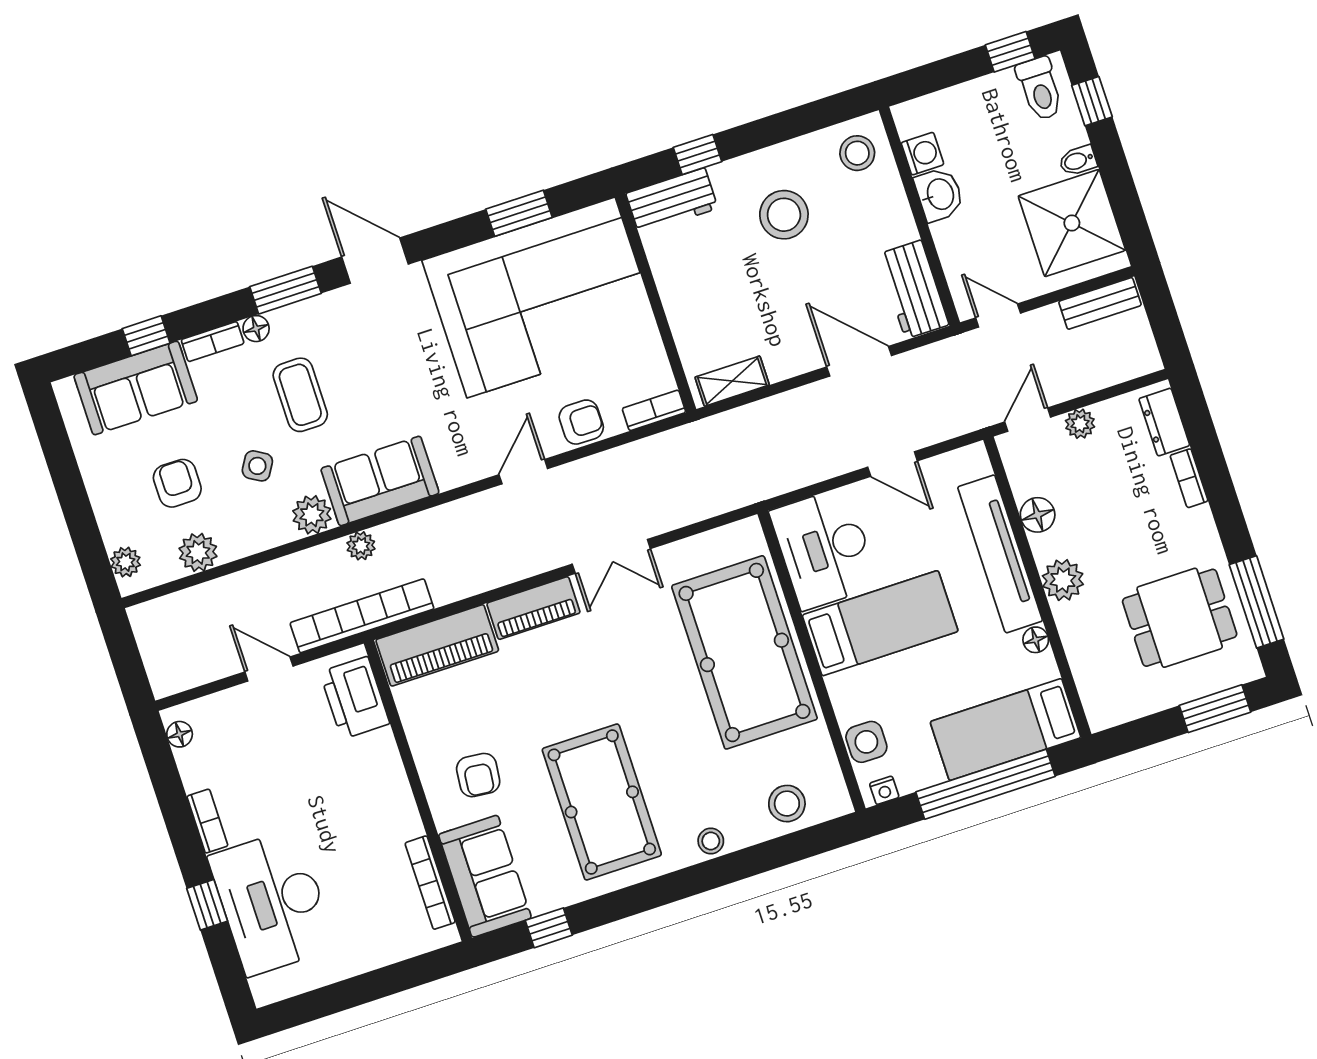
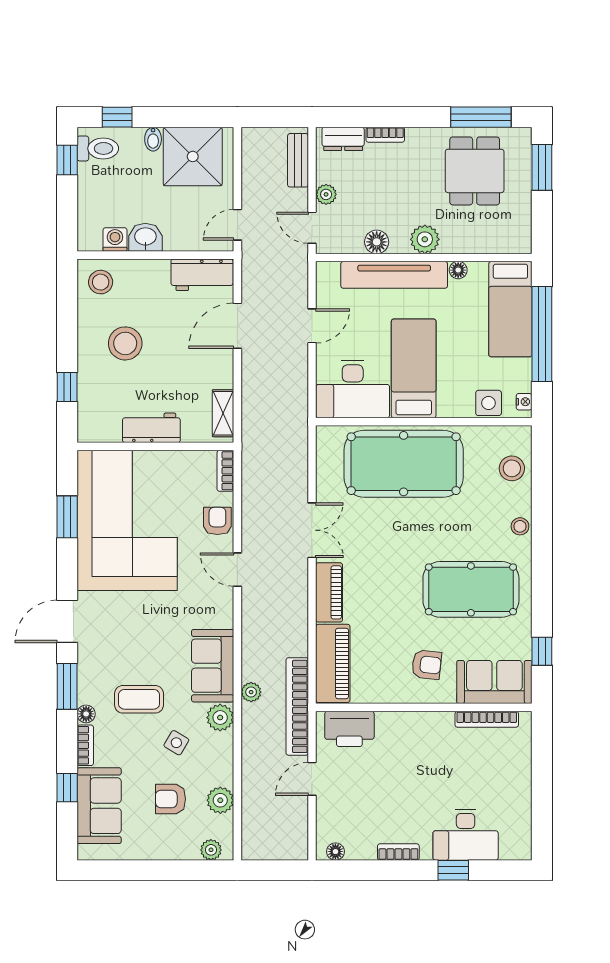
workbench: (672, 201) -> (151, 428), moved, turned -90
bench: (1100, 303) -> (298, 160), moved
desk: (272, 902) -> (466, 835), width x0.73, depth x0.77

